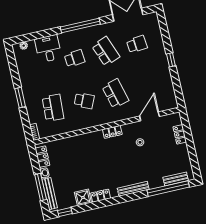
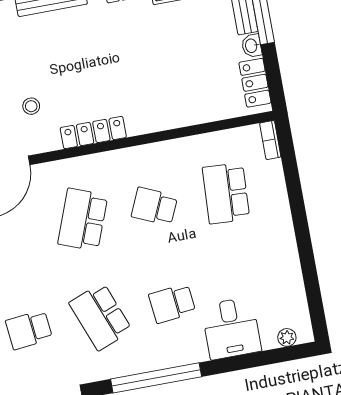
school desk: (115, 94) -> (83, 220), turned 36
window: (20, 98) -> (300, 219), removed
locker: (112, 132) -> (93, 133), width x1.53

